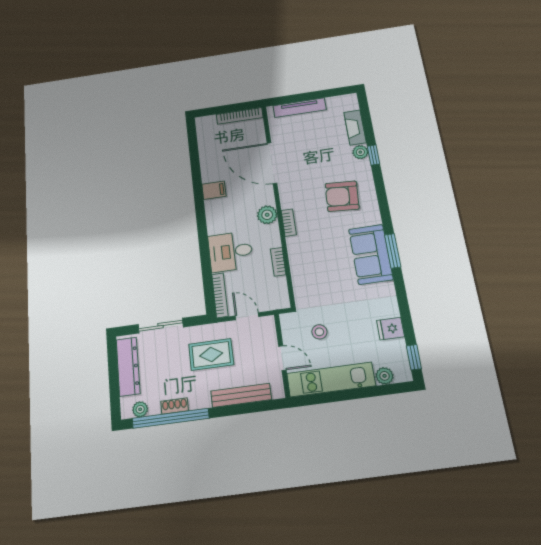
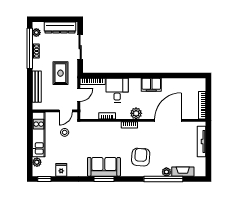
window: (373, 155) -> (163, 179), width x3.17
filing cabinet: (214, 190) -> (151, 85), width x2.00
door: (282, 358) -> (66, 111), moved

